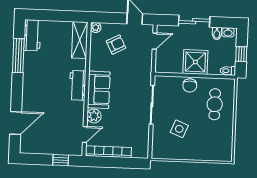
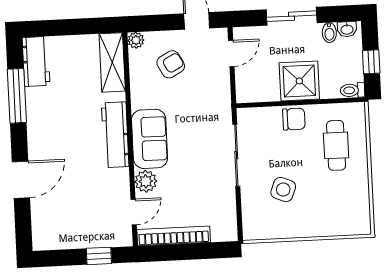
workbench: (77, 85) -> (115, 135), width x1.38
chair: (190, 85) -> (294, 119), turned -90
door: (16, 123) -> (21, 180), moved

